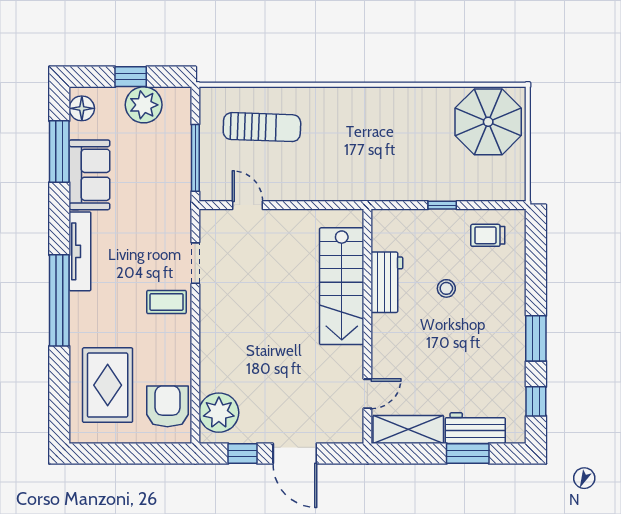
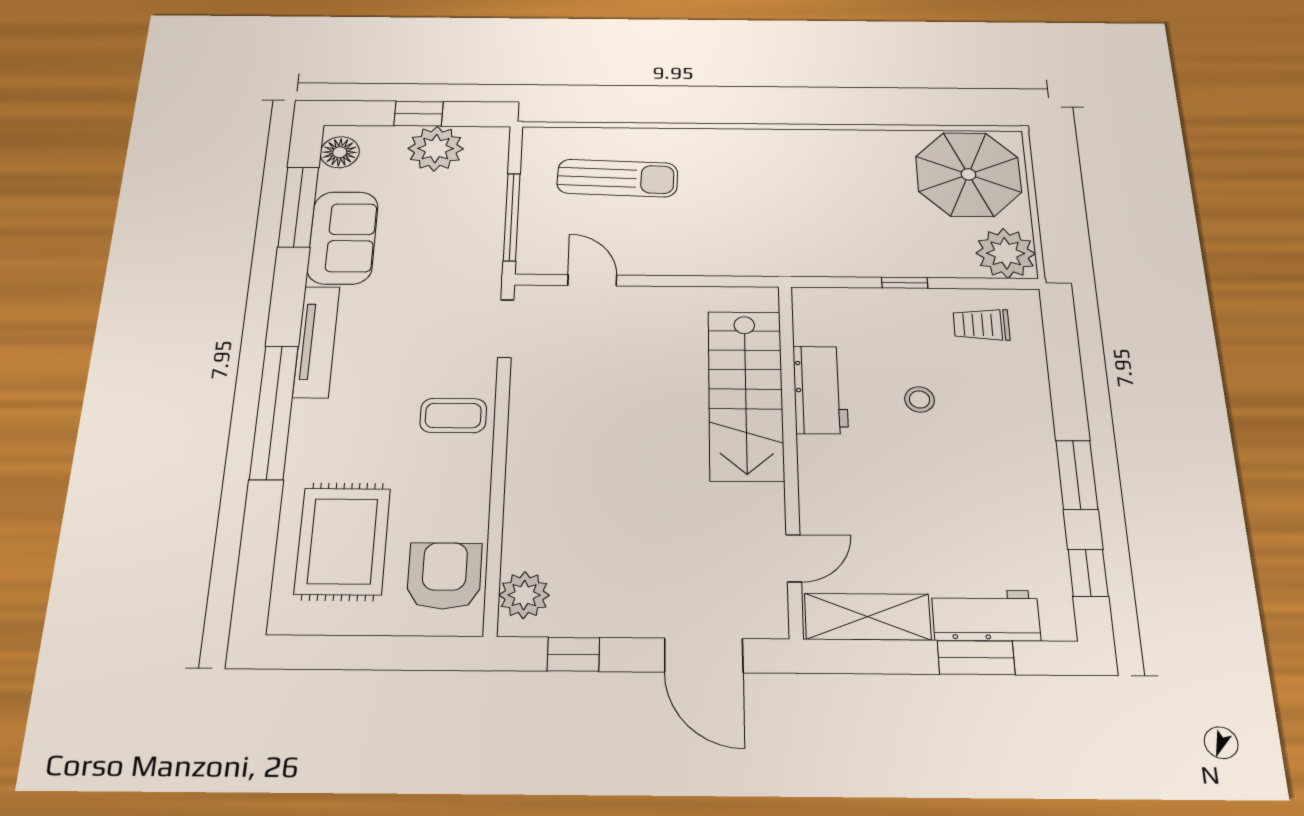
plant: (507, 183) -> (1006, 253), added
doorway: (195, 263) -> (506, 329), moved
plant: (219, 413) -> (524, 595), width x0.73, depth x0.73
door: (295, 454) -> (704, 655), moved

